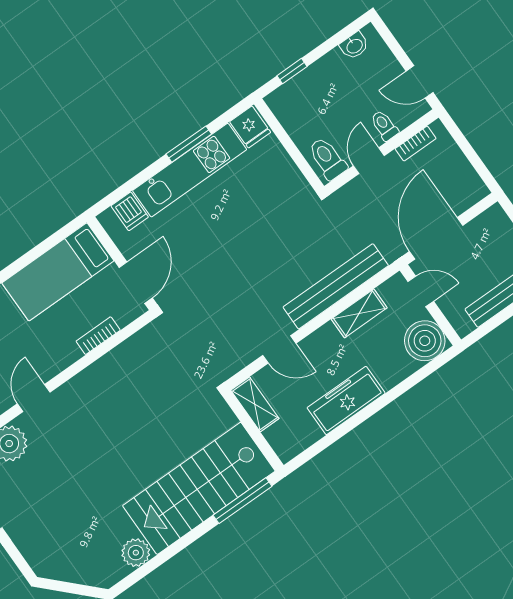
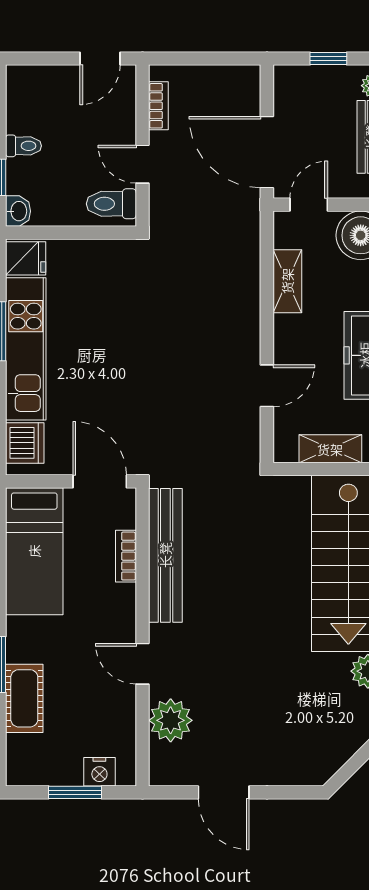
washbasin: (354, 46) -> (18, 211), moved
toilet: (384, 126) -> (24, 146), moved, turned 180
dishwasher: (130, 211) -> (25, 443), width x1.38
bench: (336, 286) -> (165, 555), moved
shelving: (255, 404) -> (330, 449), moved

